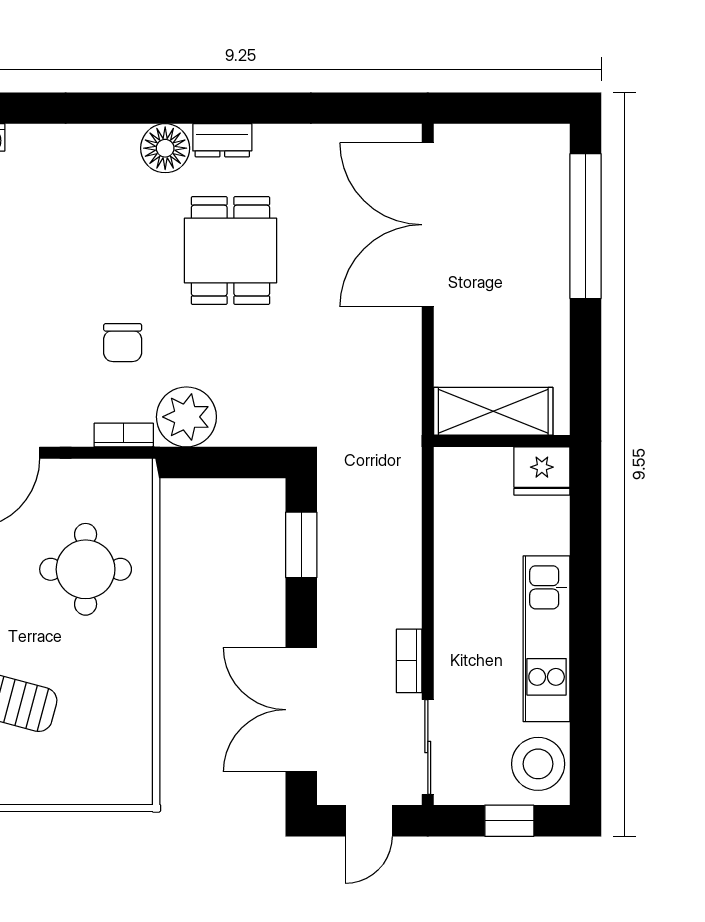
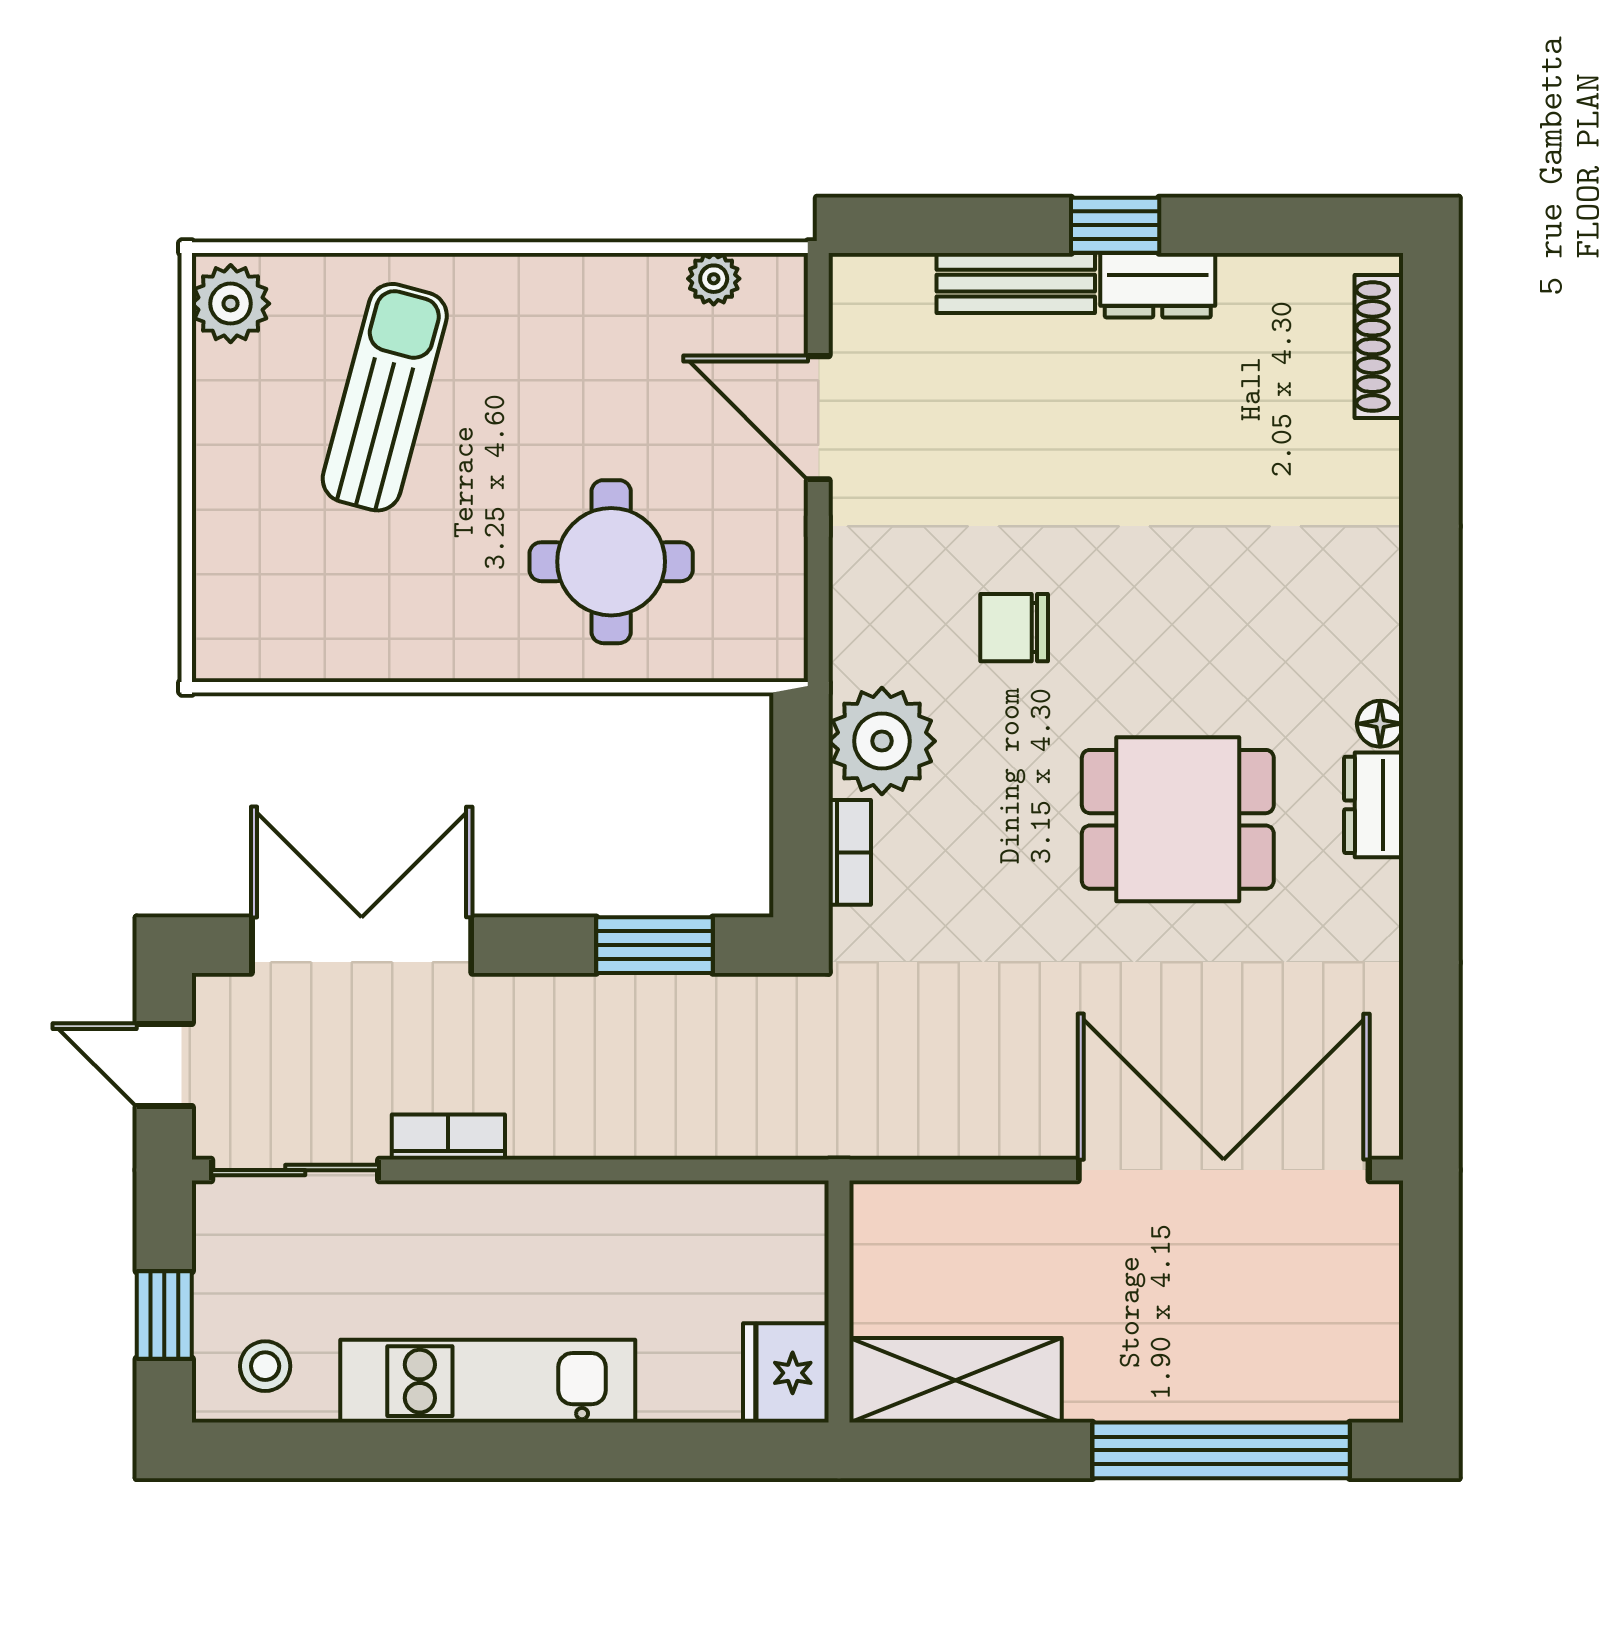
floor lamp: (165, 148) -> (1380, 724), width x0.53, depth x0.53
shelving: (493, 411) -> (956, 1380), moved, turned 90
bookcase: (124, 435) -> (850, 852), moved
stool: (538, 764) -> (265, 1366), width x0.53, depth x0.53

